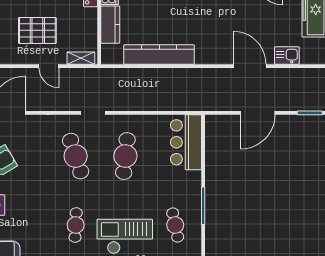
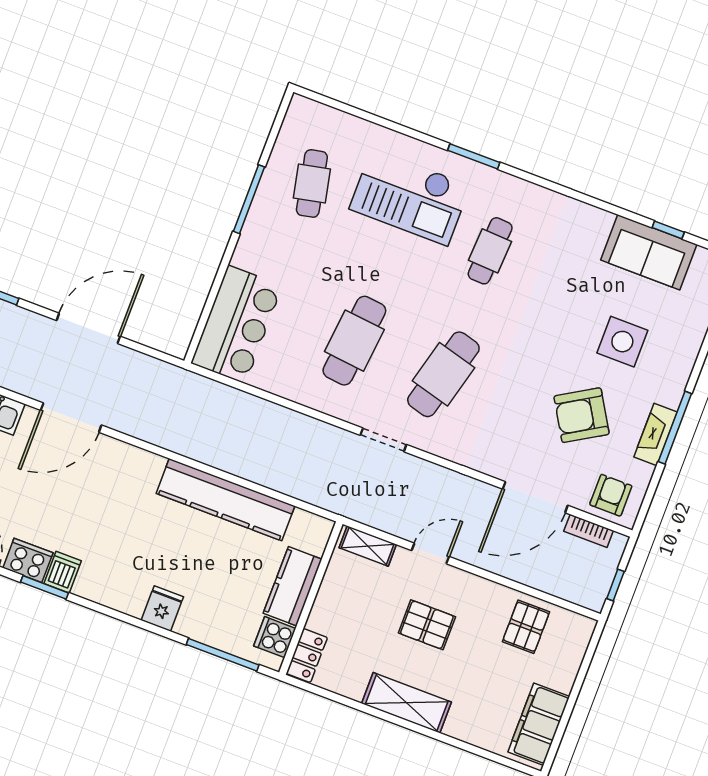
pallet: (37, 30) -> (427, 625), width x0.67, depth x0.71
door: (49, 66) -> (430, 553), hinge flipped
door: (250, 66) -> (71, 418), hinge flipped
cafe table: (76, 156) -> (443, 374), turned 33

